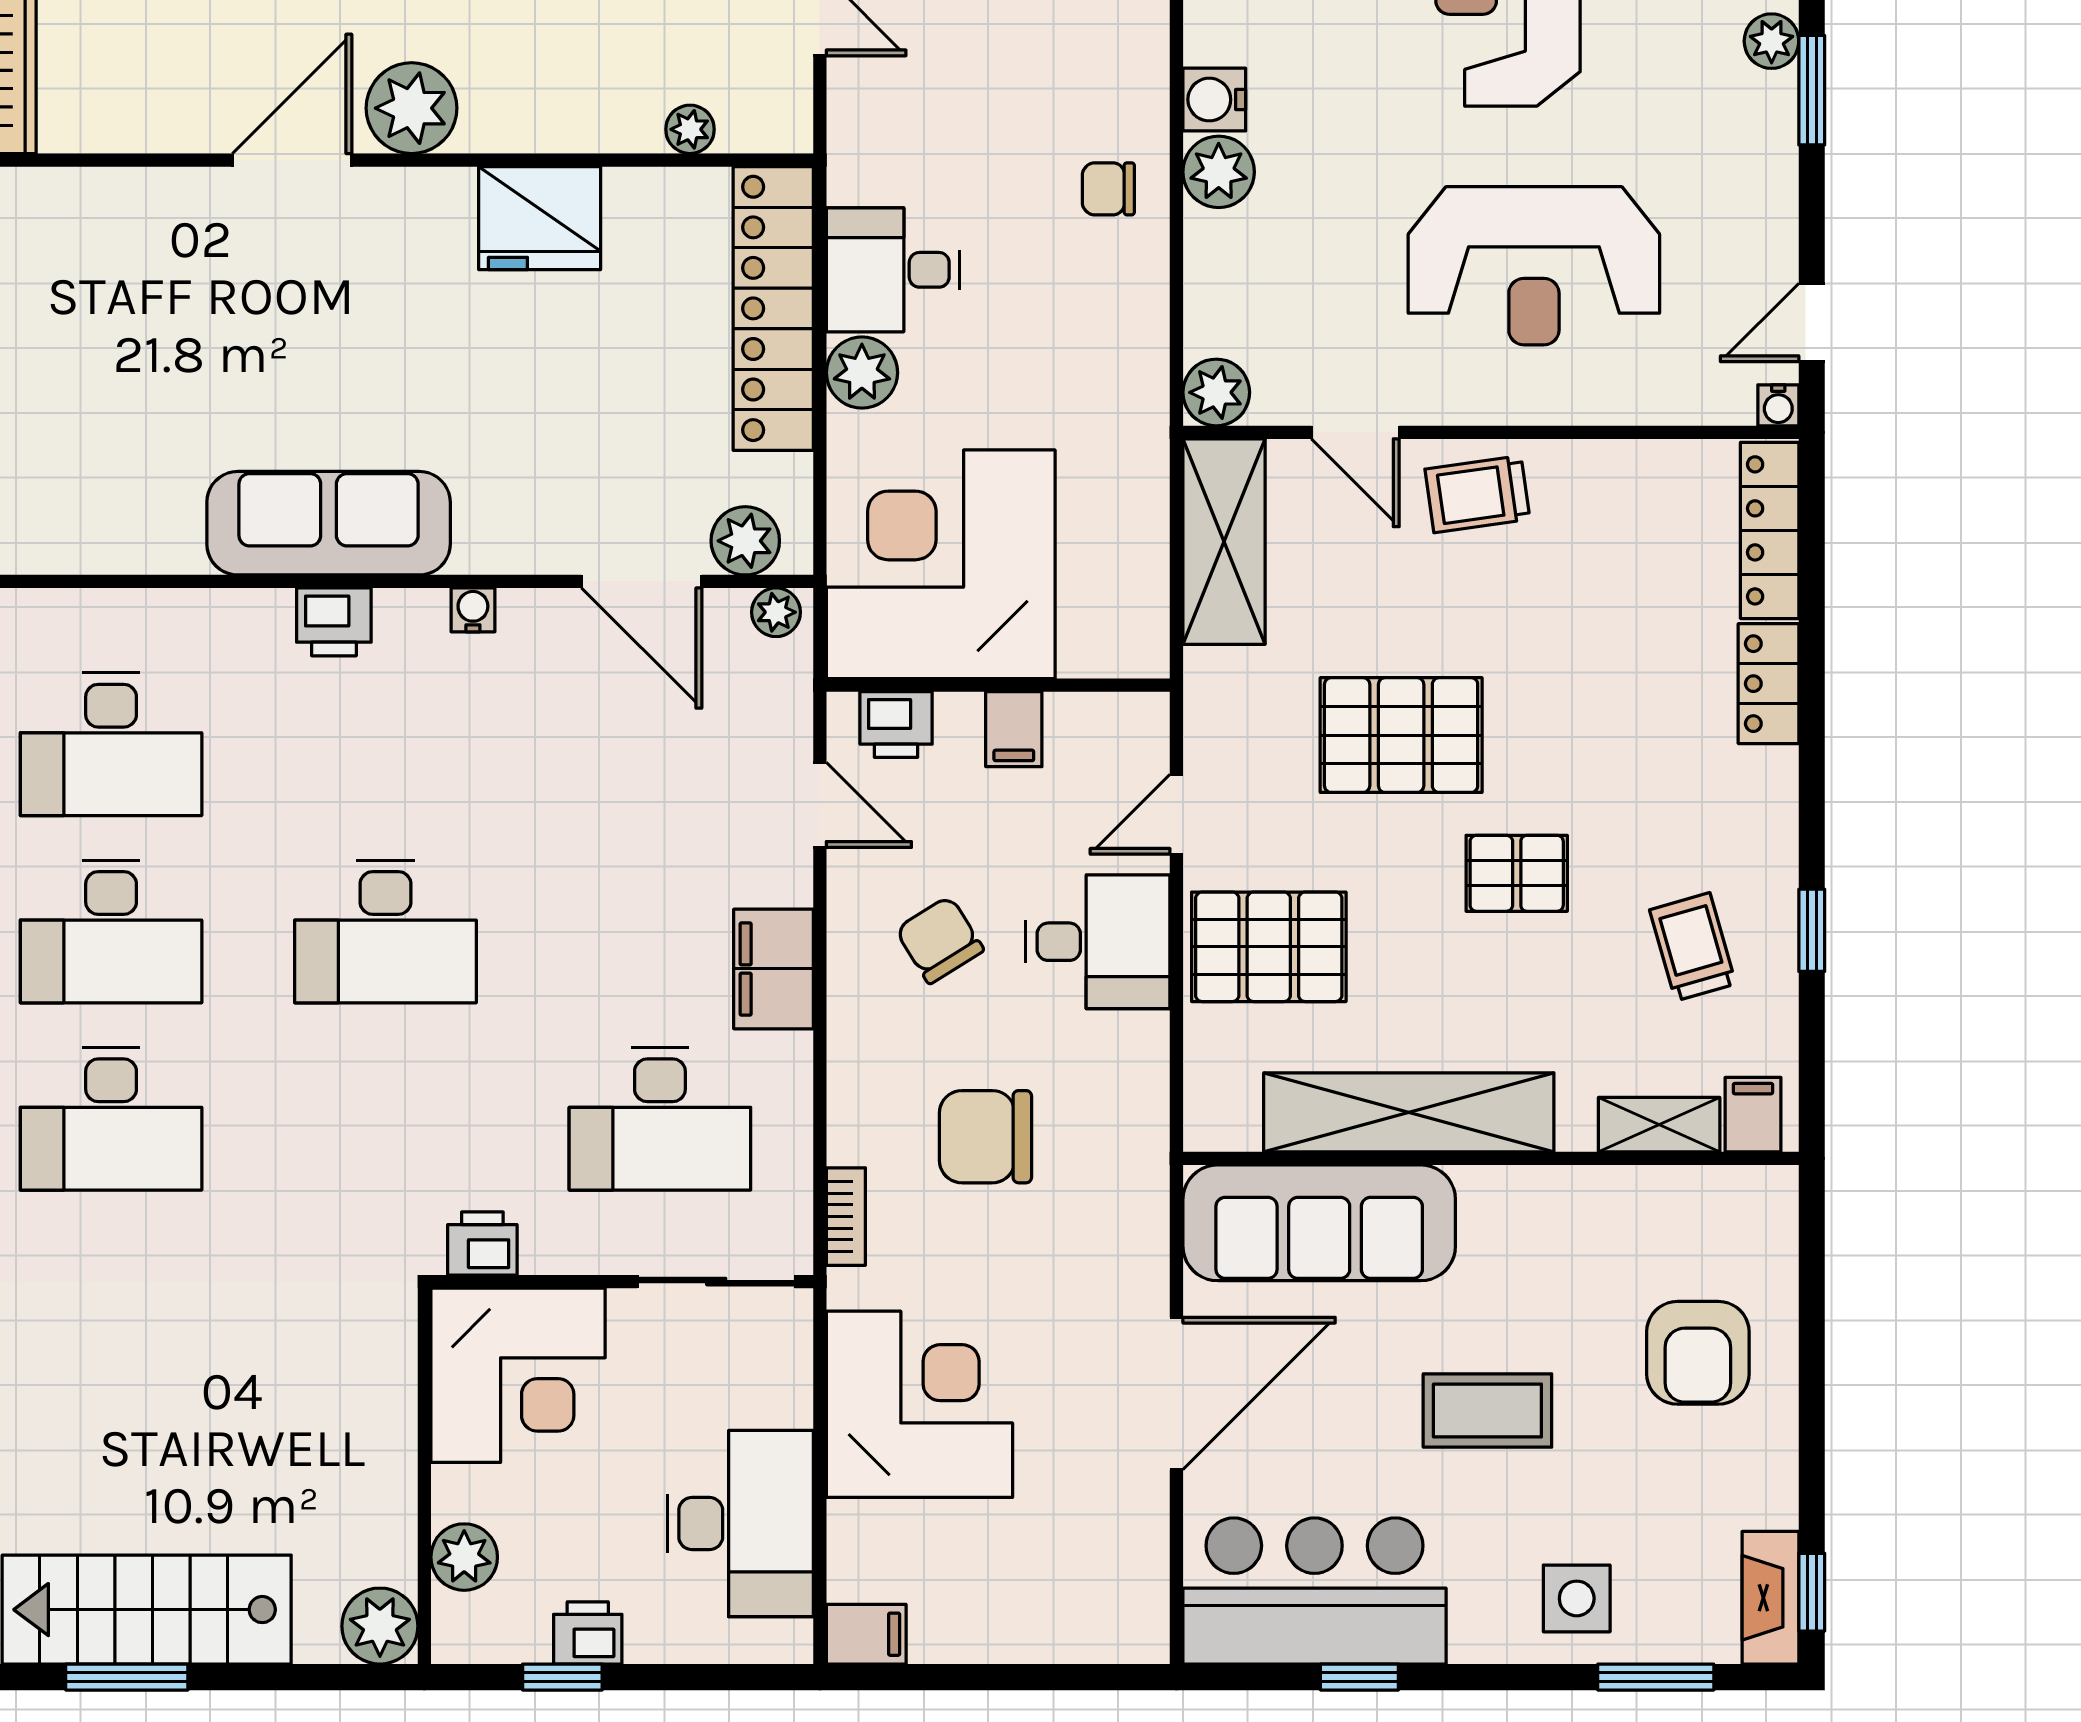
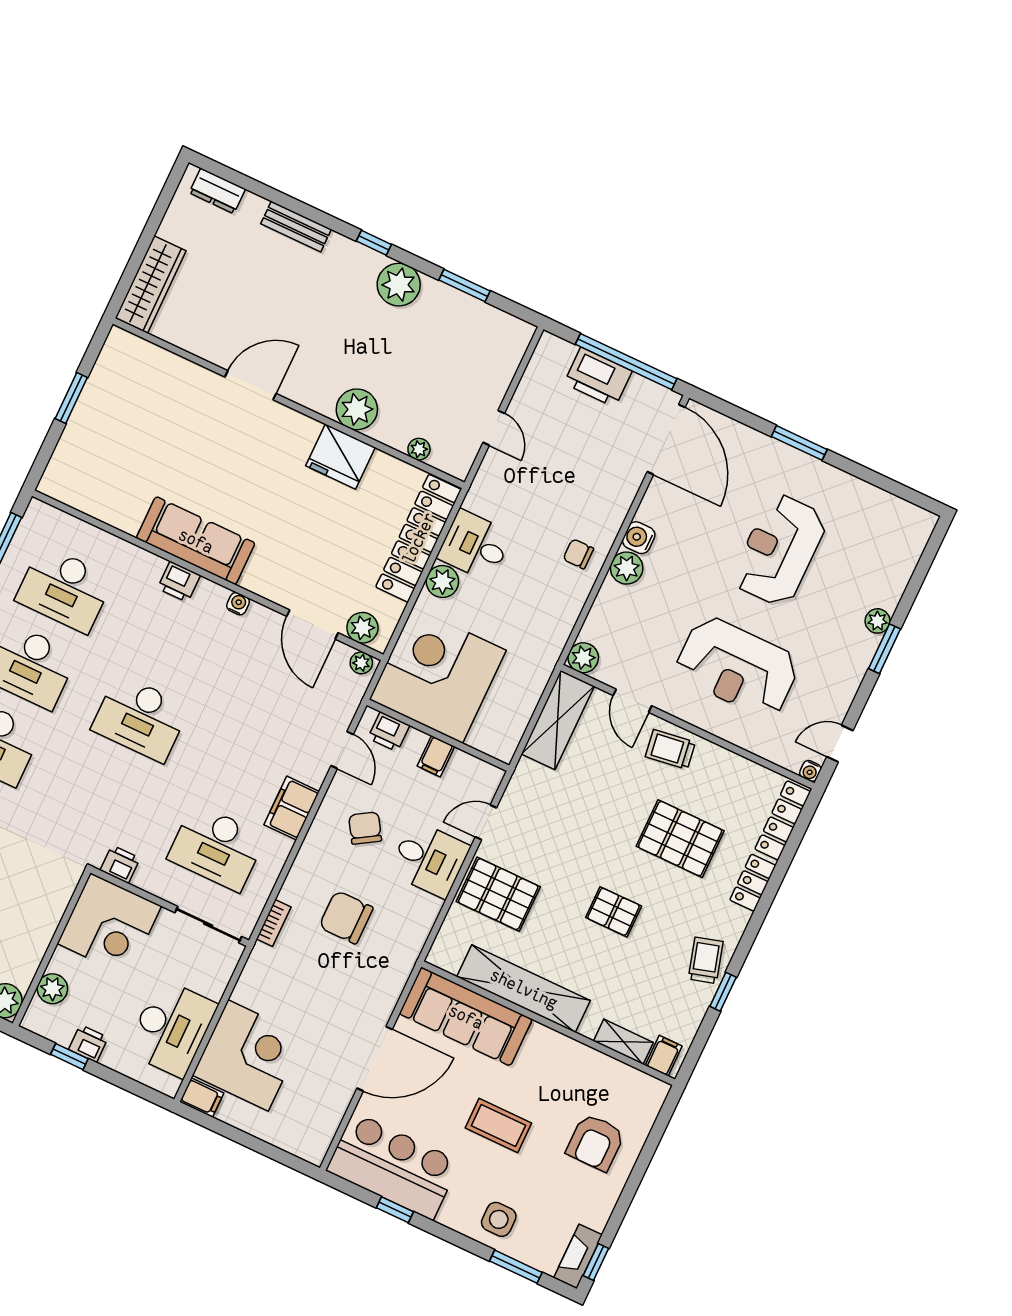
plant: (412, 108) -> (357, 409), moved
pallet: (1401, 735) -> (680, 839), moved
trolley: (1693, 947) -> (706, 960), moved
corner desk: (919, 1404) -> (248, 1055), moved

